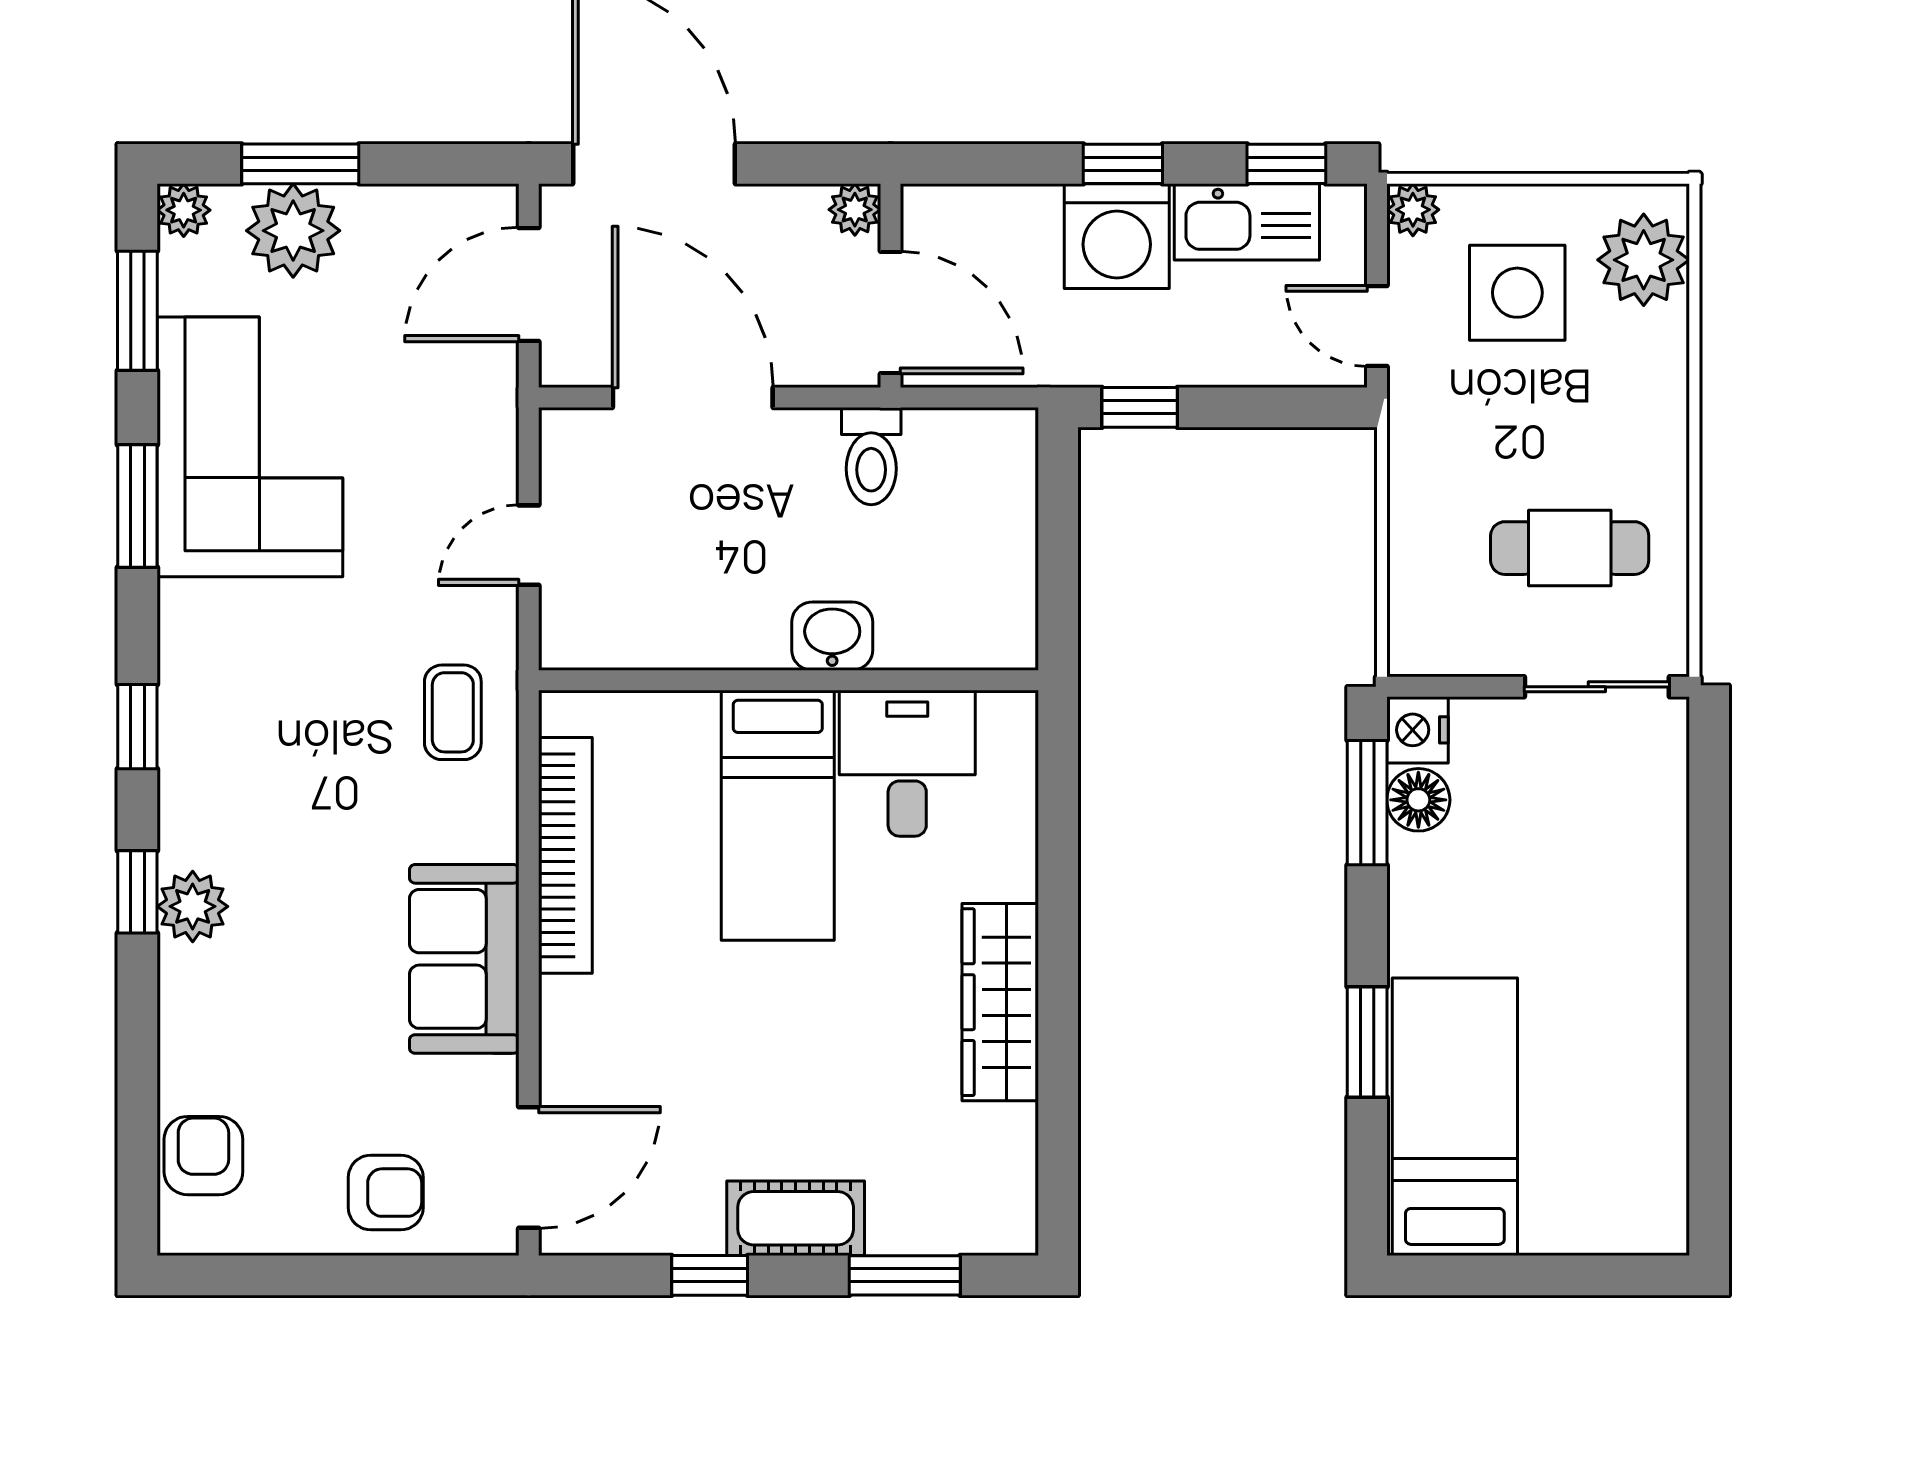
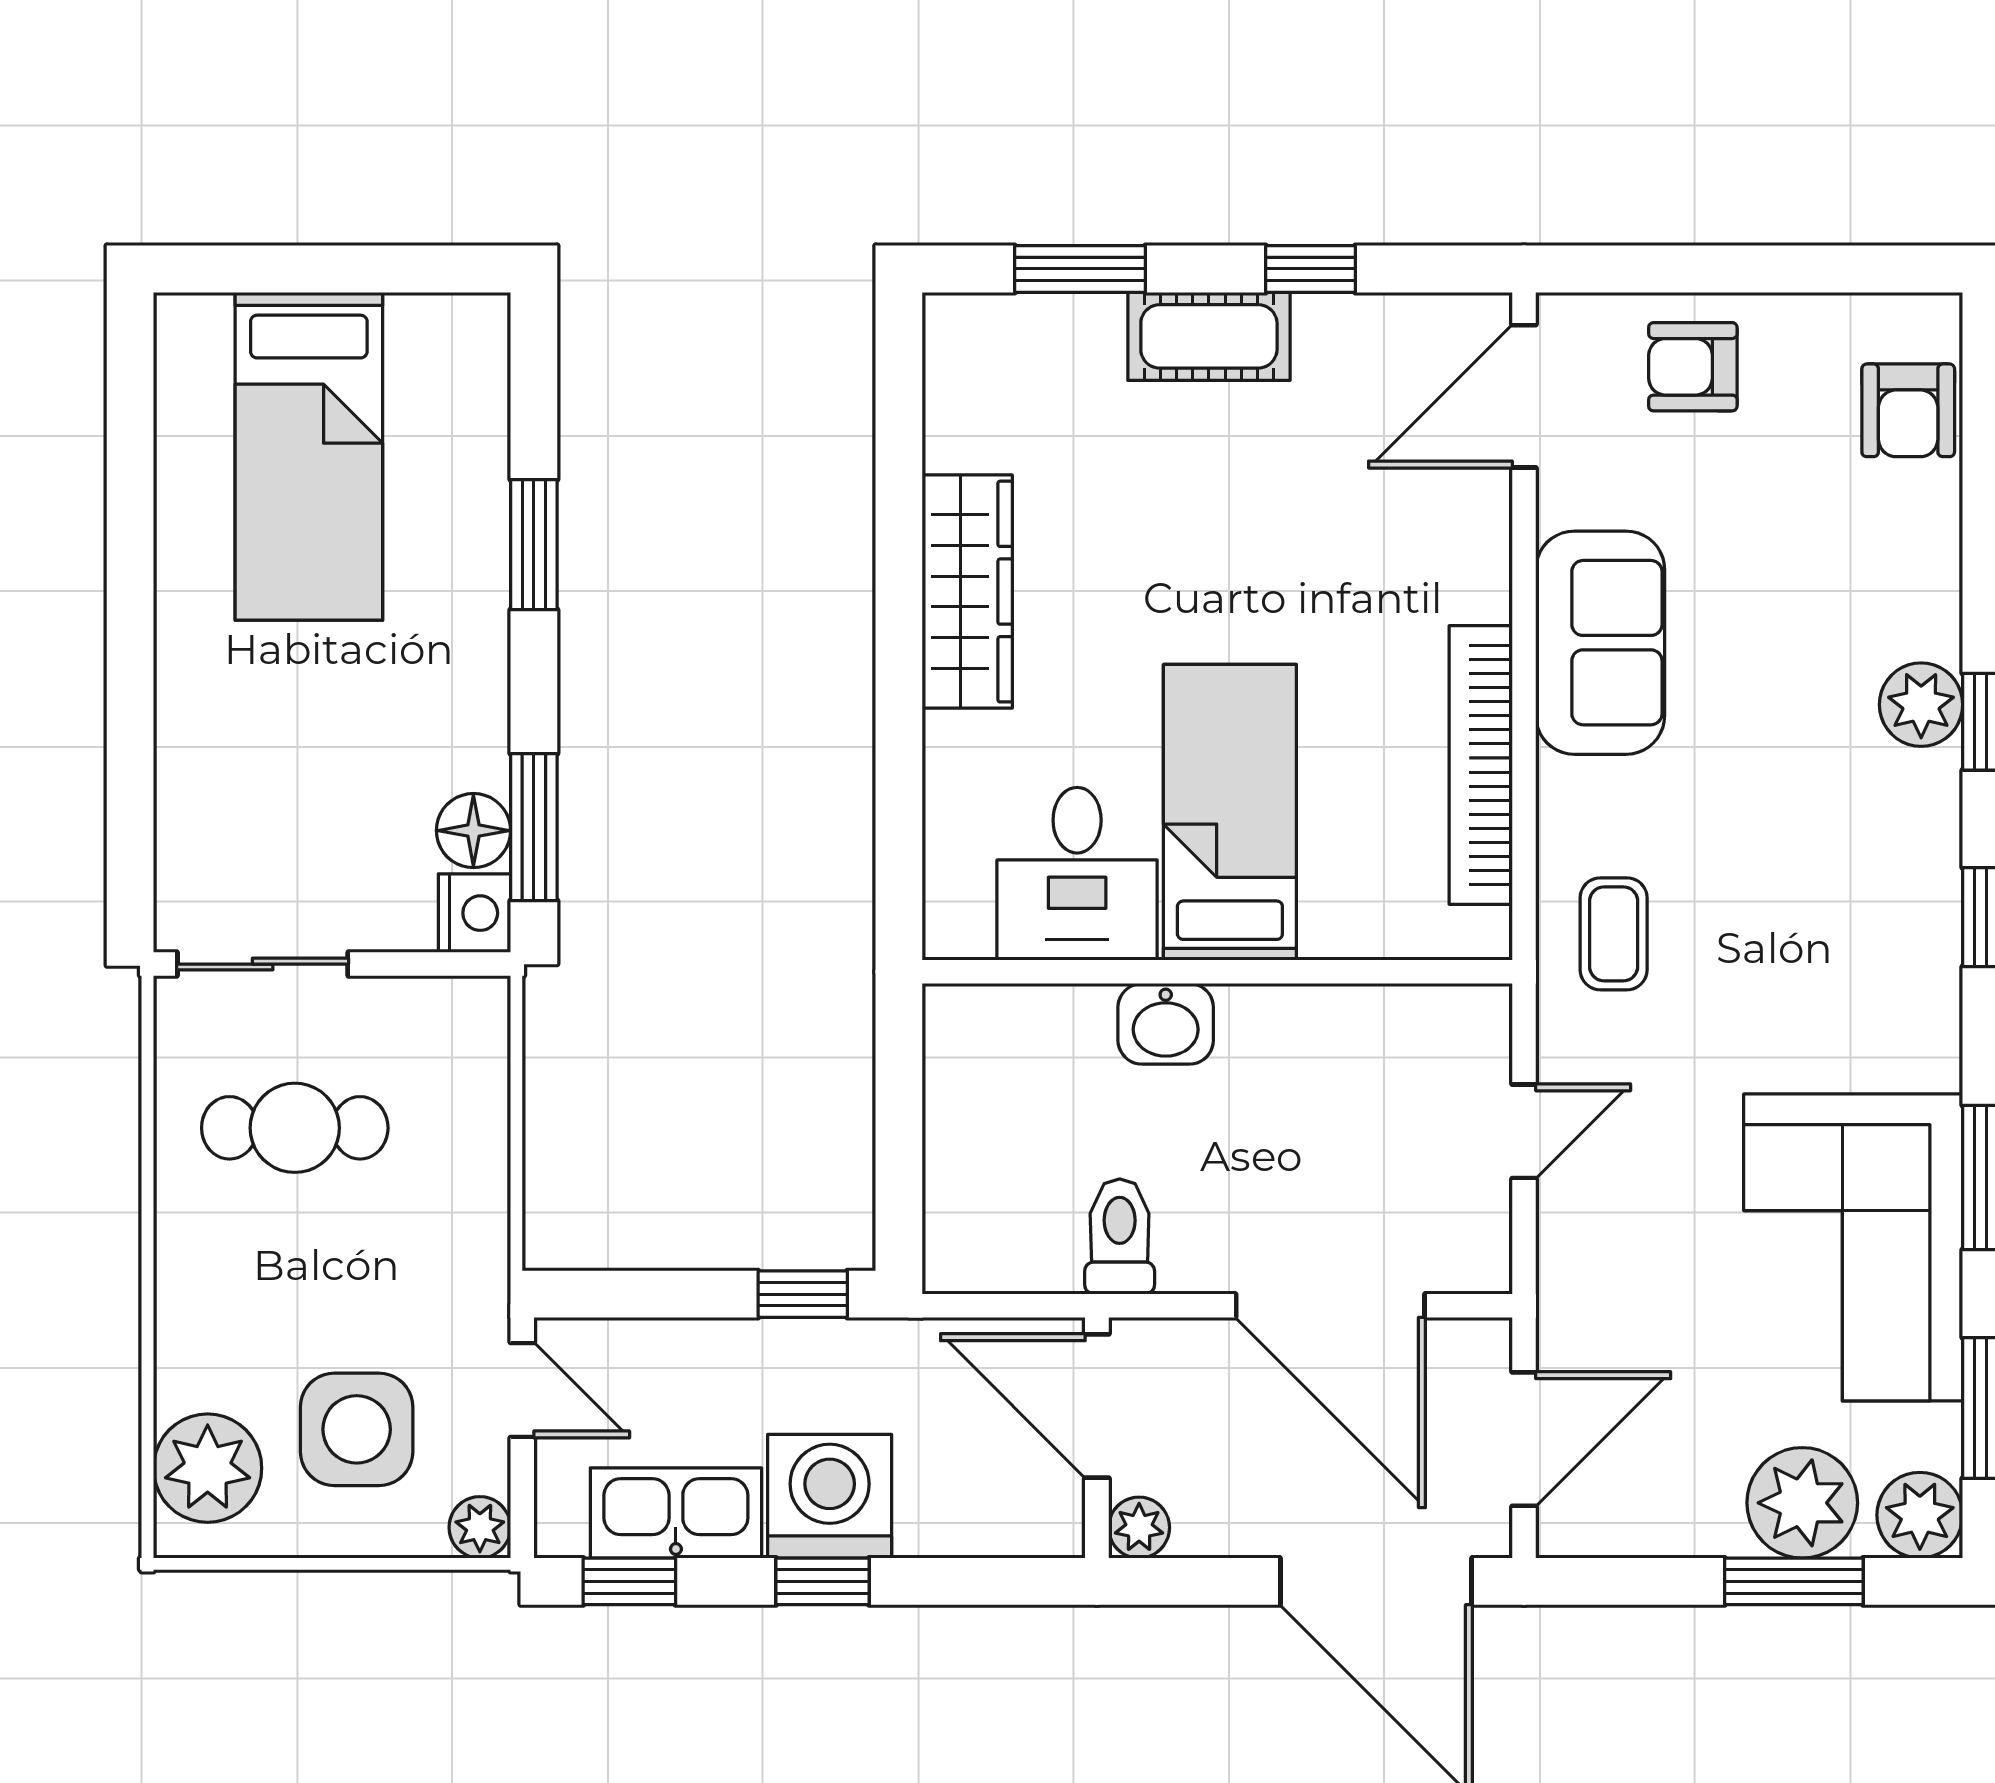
plant: (184, 210) -> (1920, 1515), width x1.38, depth x1.38
bed: (1455, 1117) -> (309, 456), moved

